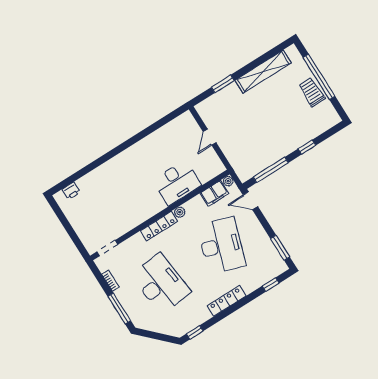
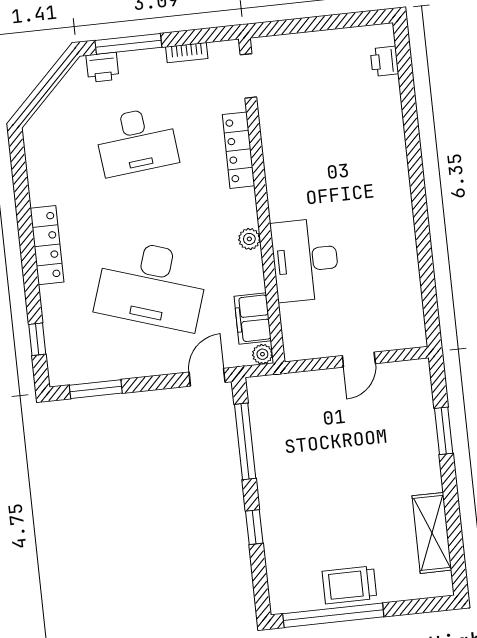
shelving: (263, 72) -> (432, 533), width x0.68
window: (319, 77) -> (333, 615), moved
trolley: (312, 92) -> (349, 585), turned 180
door: (210, 137) -> (359, 360), swing flipped
locker: (159, 226) -> (238, 150), moved
desk: (161, 284) -> (136, 141), width x0.73, depth x0.77
printer: (135, 315) -> (102, 67), added
window: (195, 332) -> (18, 159), removed

